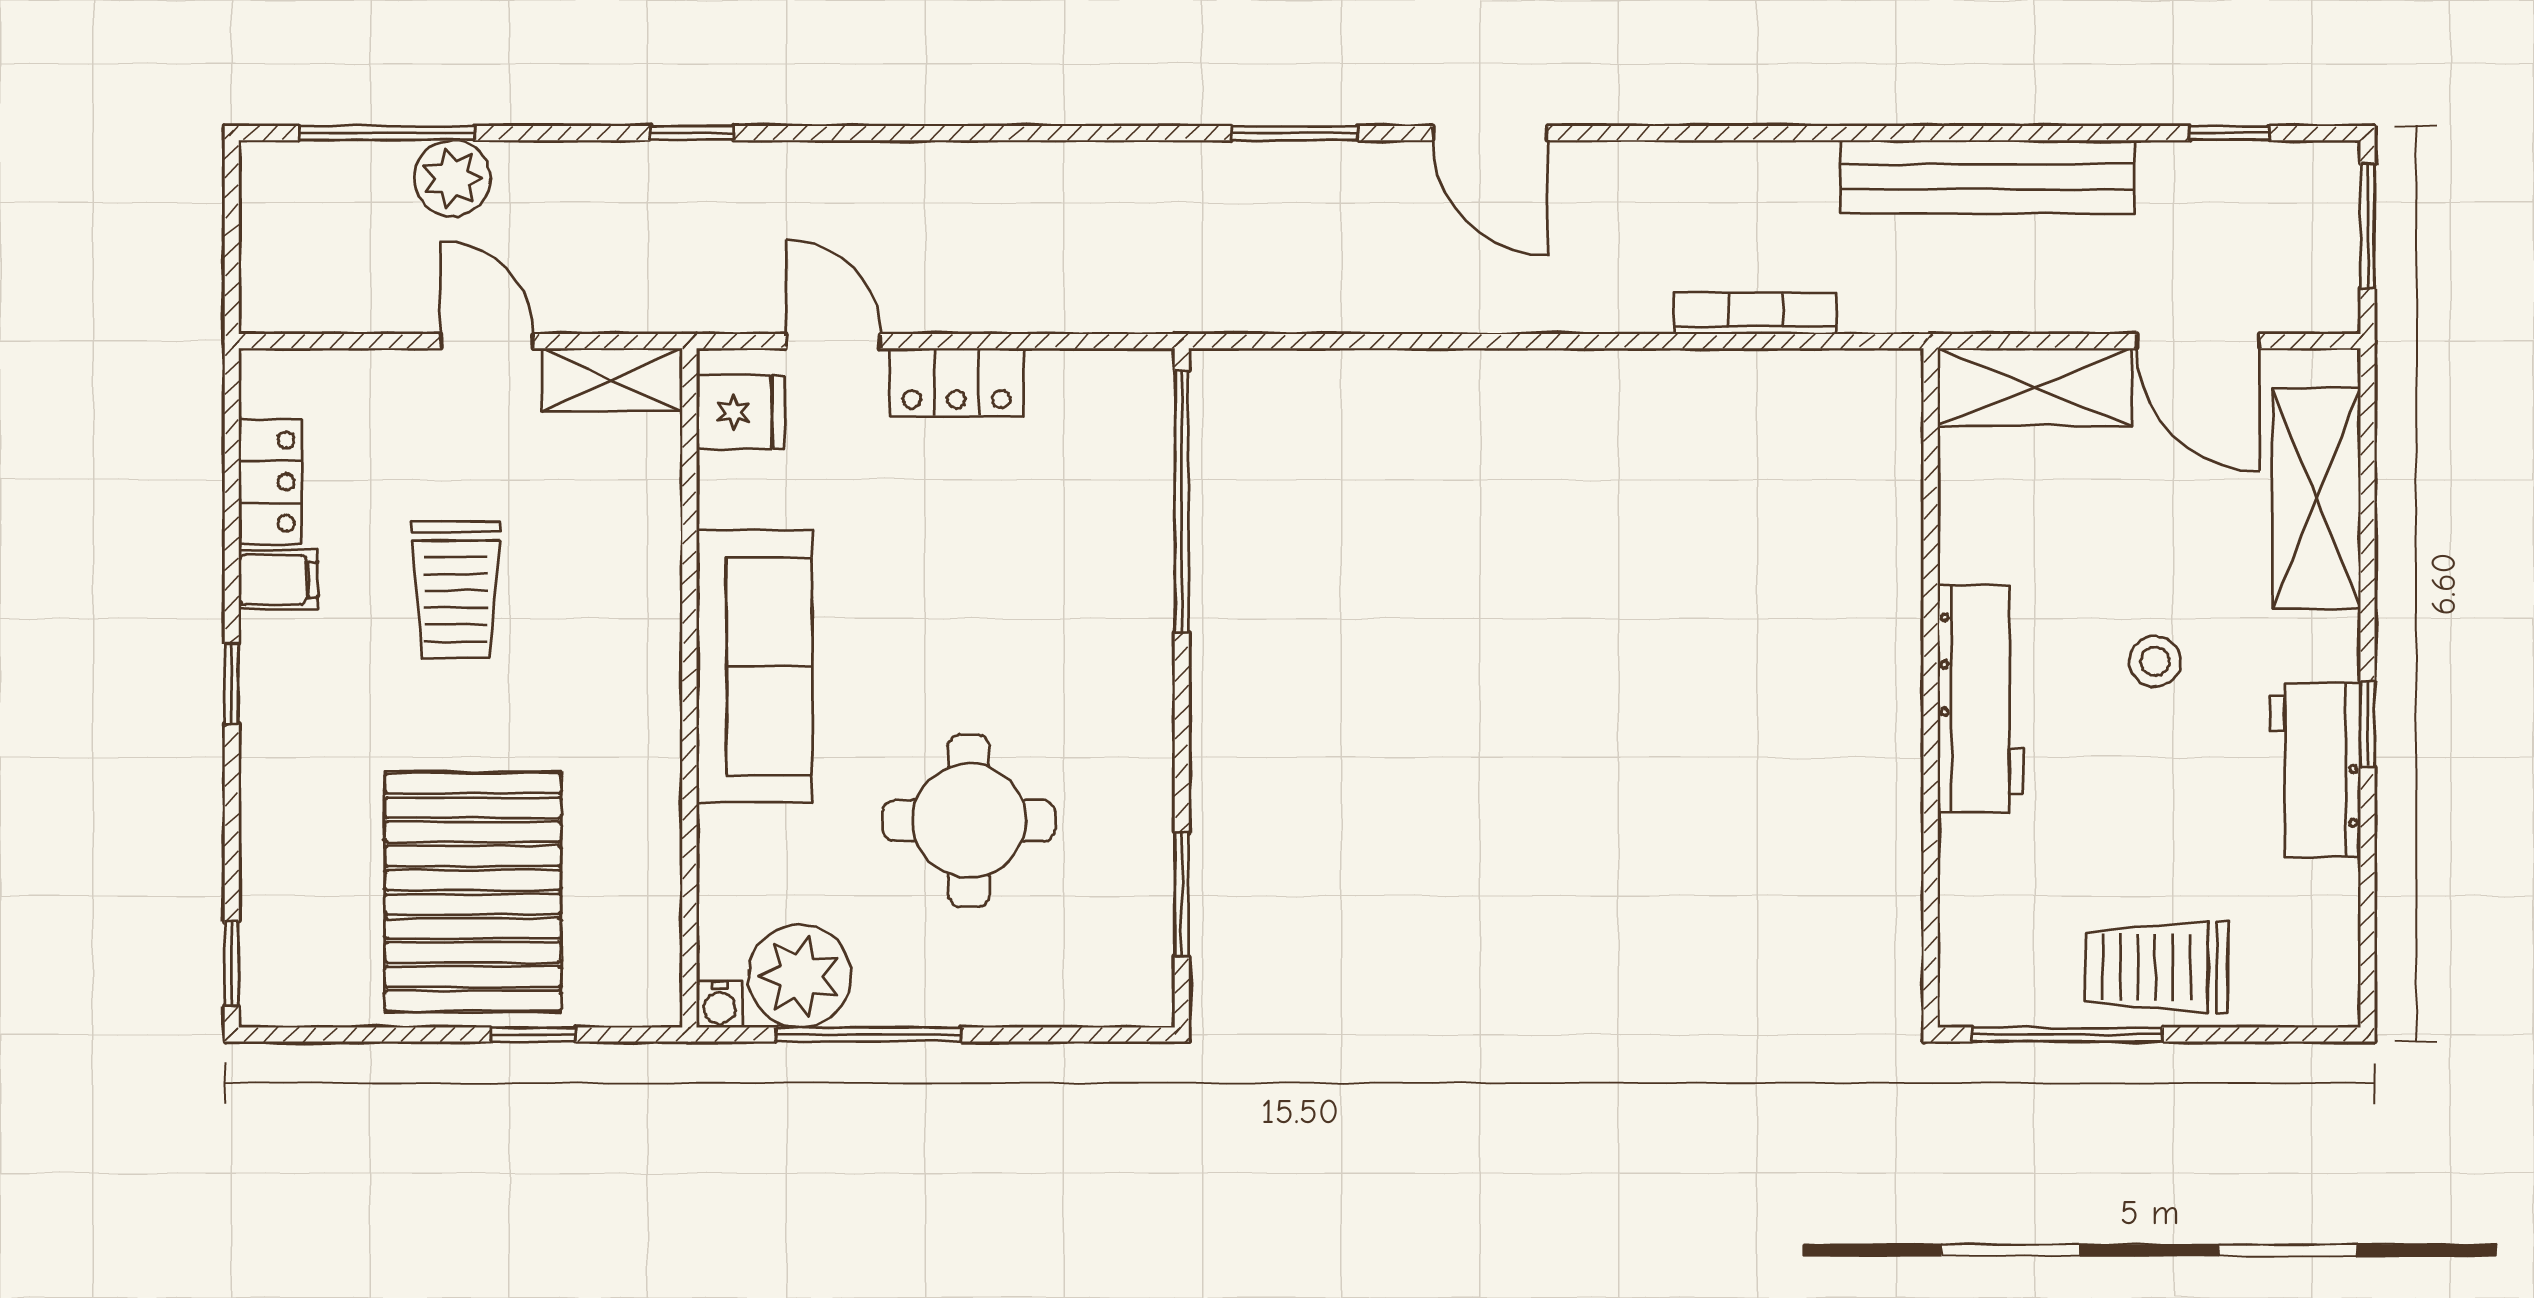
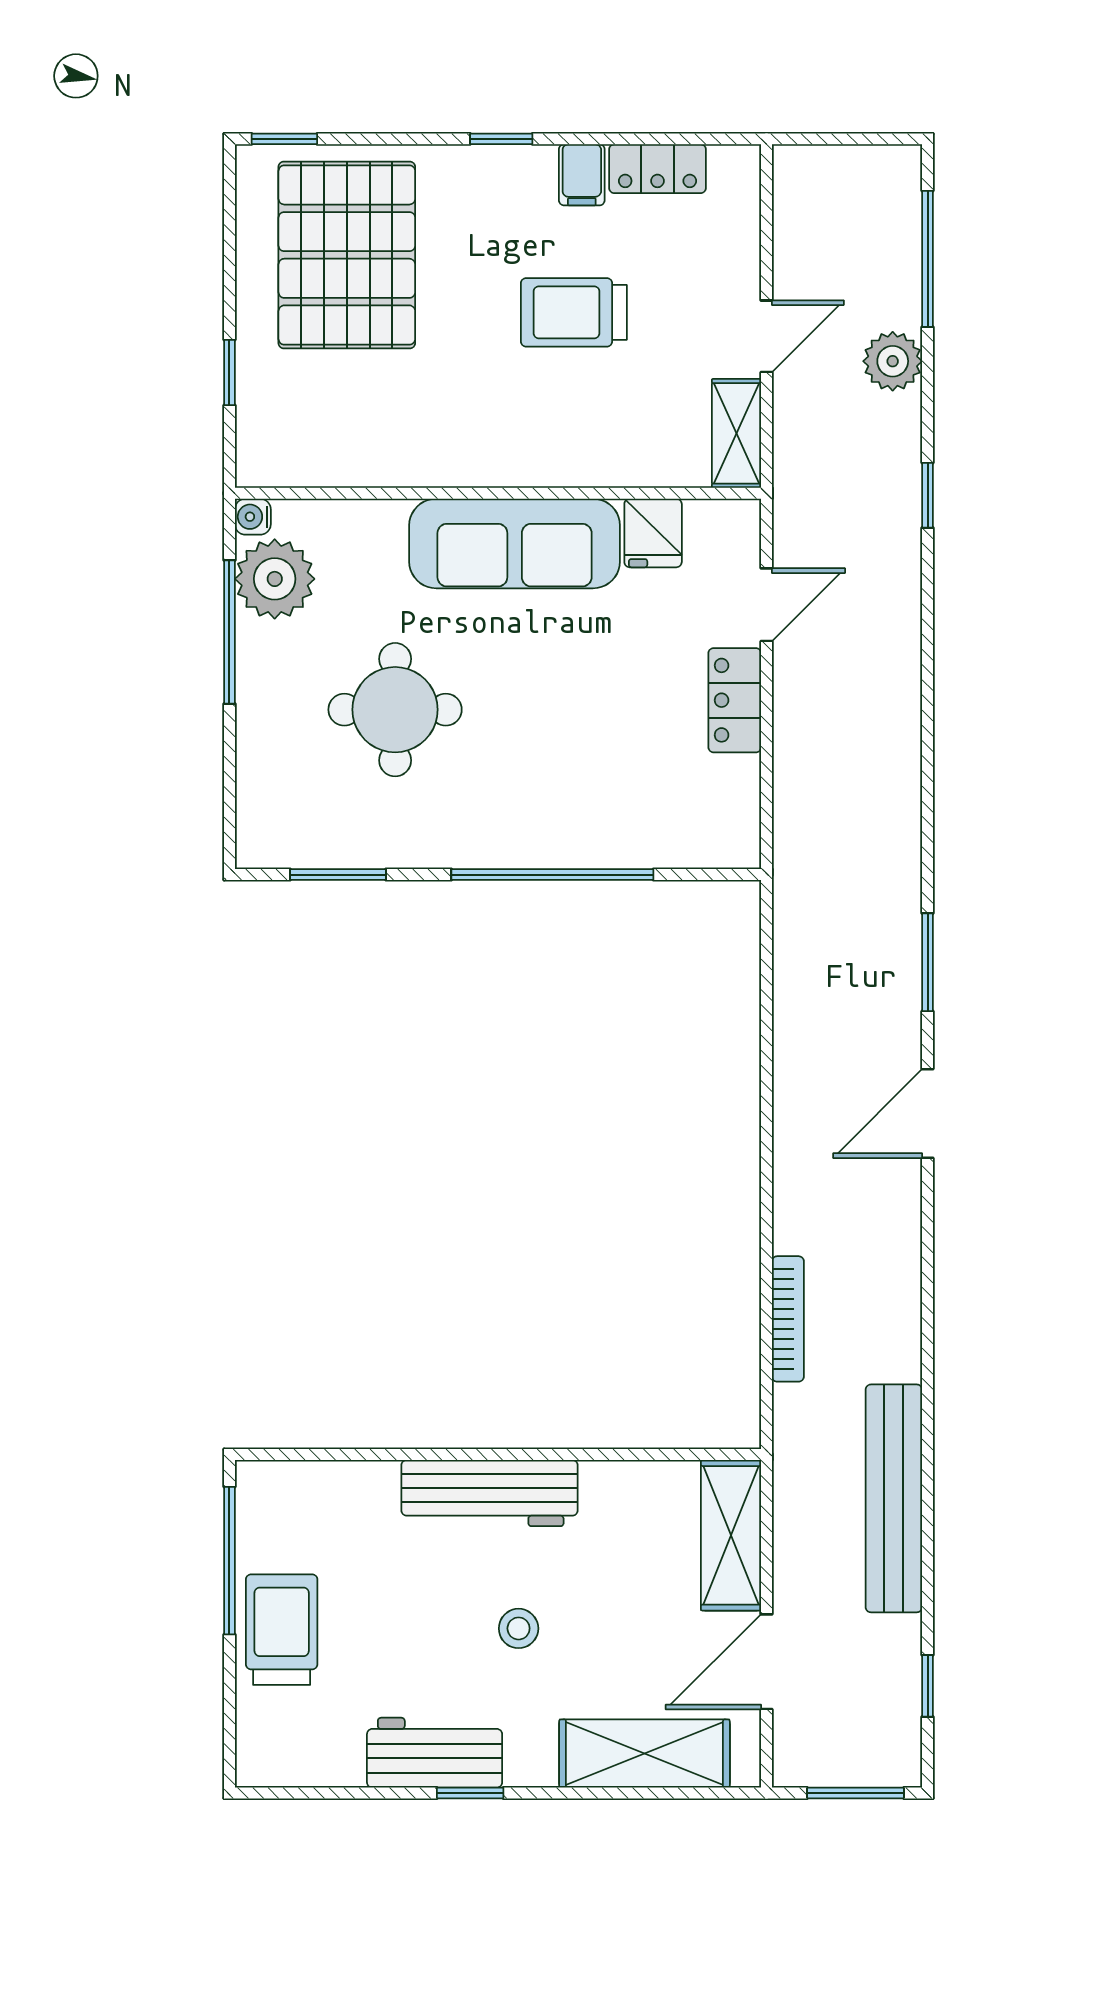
plant: (453, 178) -> (893, 361), moved
fridge: (741, 412) -> (653, 533), moved
window: (1182, 502) -> (552, 875), moved
pallet: (473, 892) -> (347, 255), moved, turned 90

